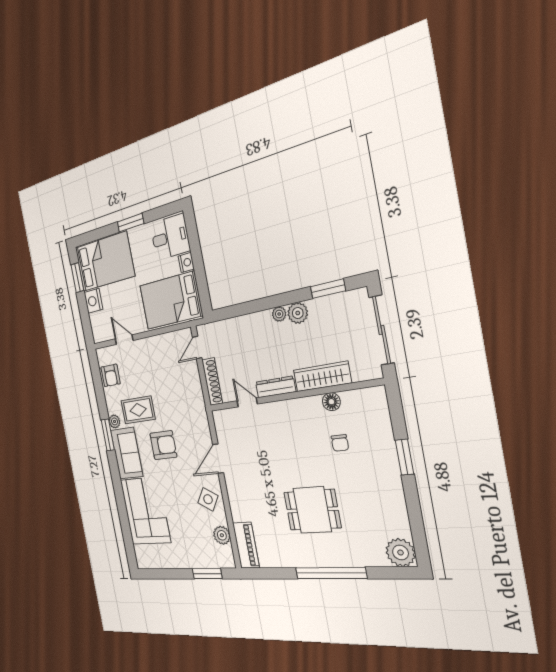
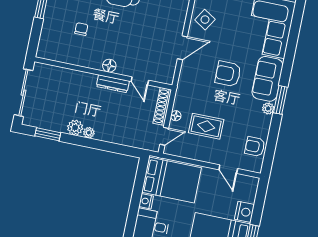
armchair: (111, 375) -> (255, 147), turned -90
floor lamp: (195, 377) -> (176, 116), added
wardrobe: (322, 377) -> (76, 78), removed
floor lamp: (331, 402) -> (109, 66), moved
rug: (138, 410) -> (206, 126), moved

